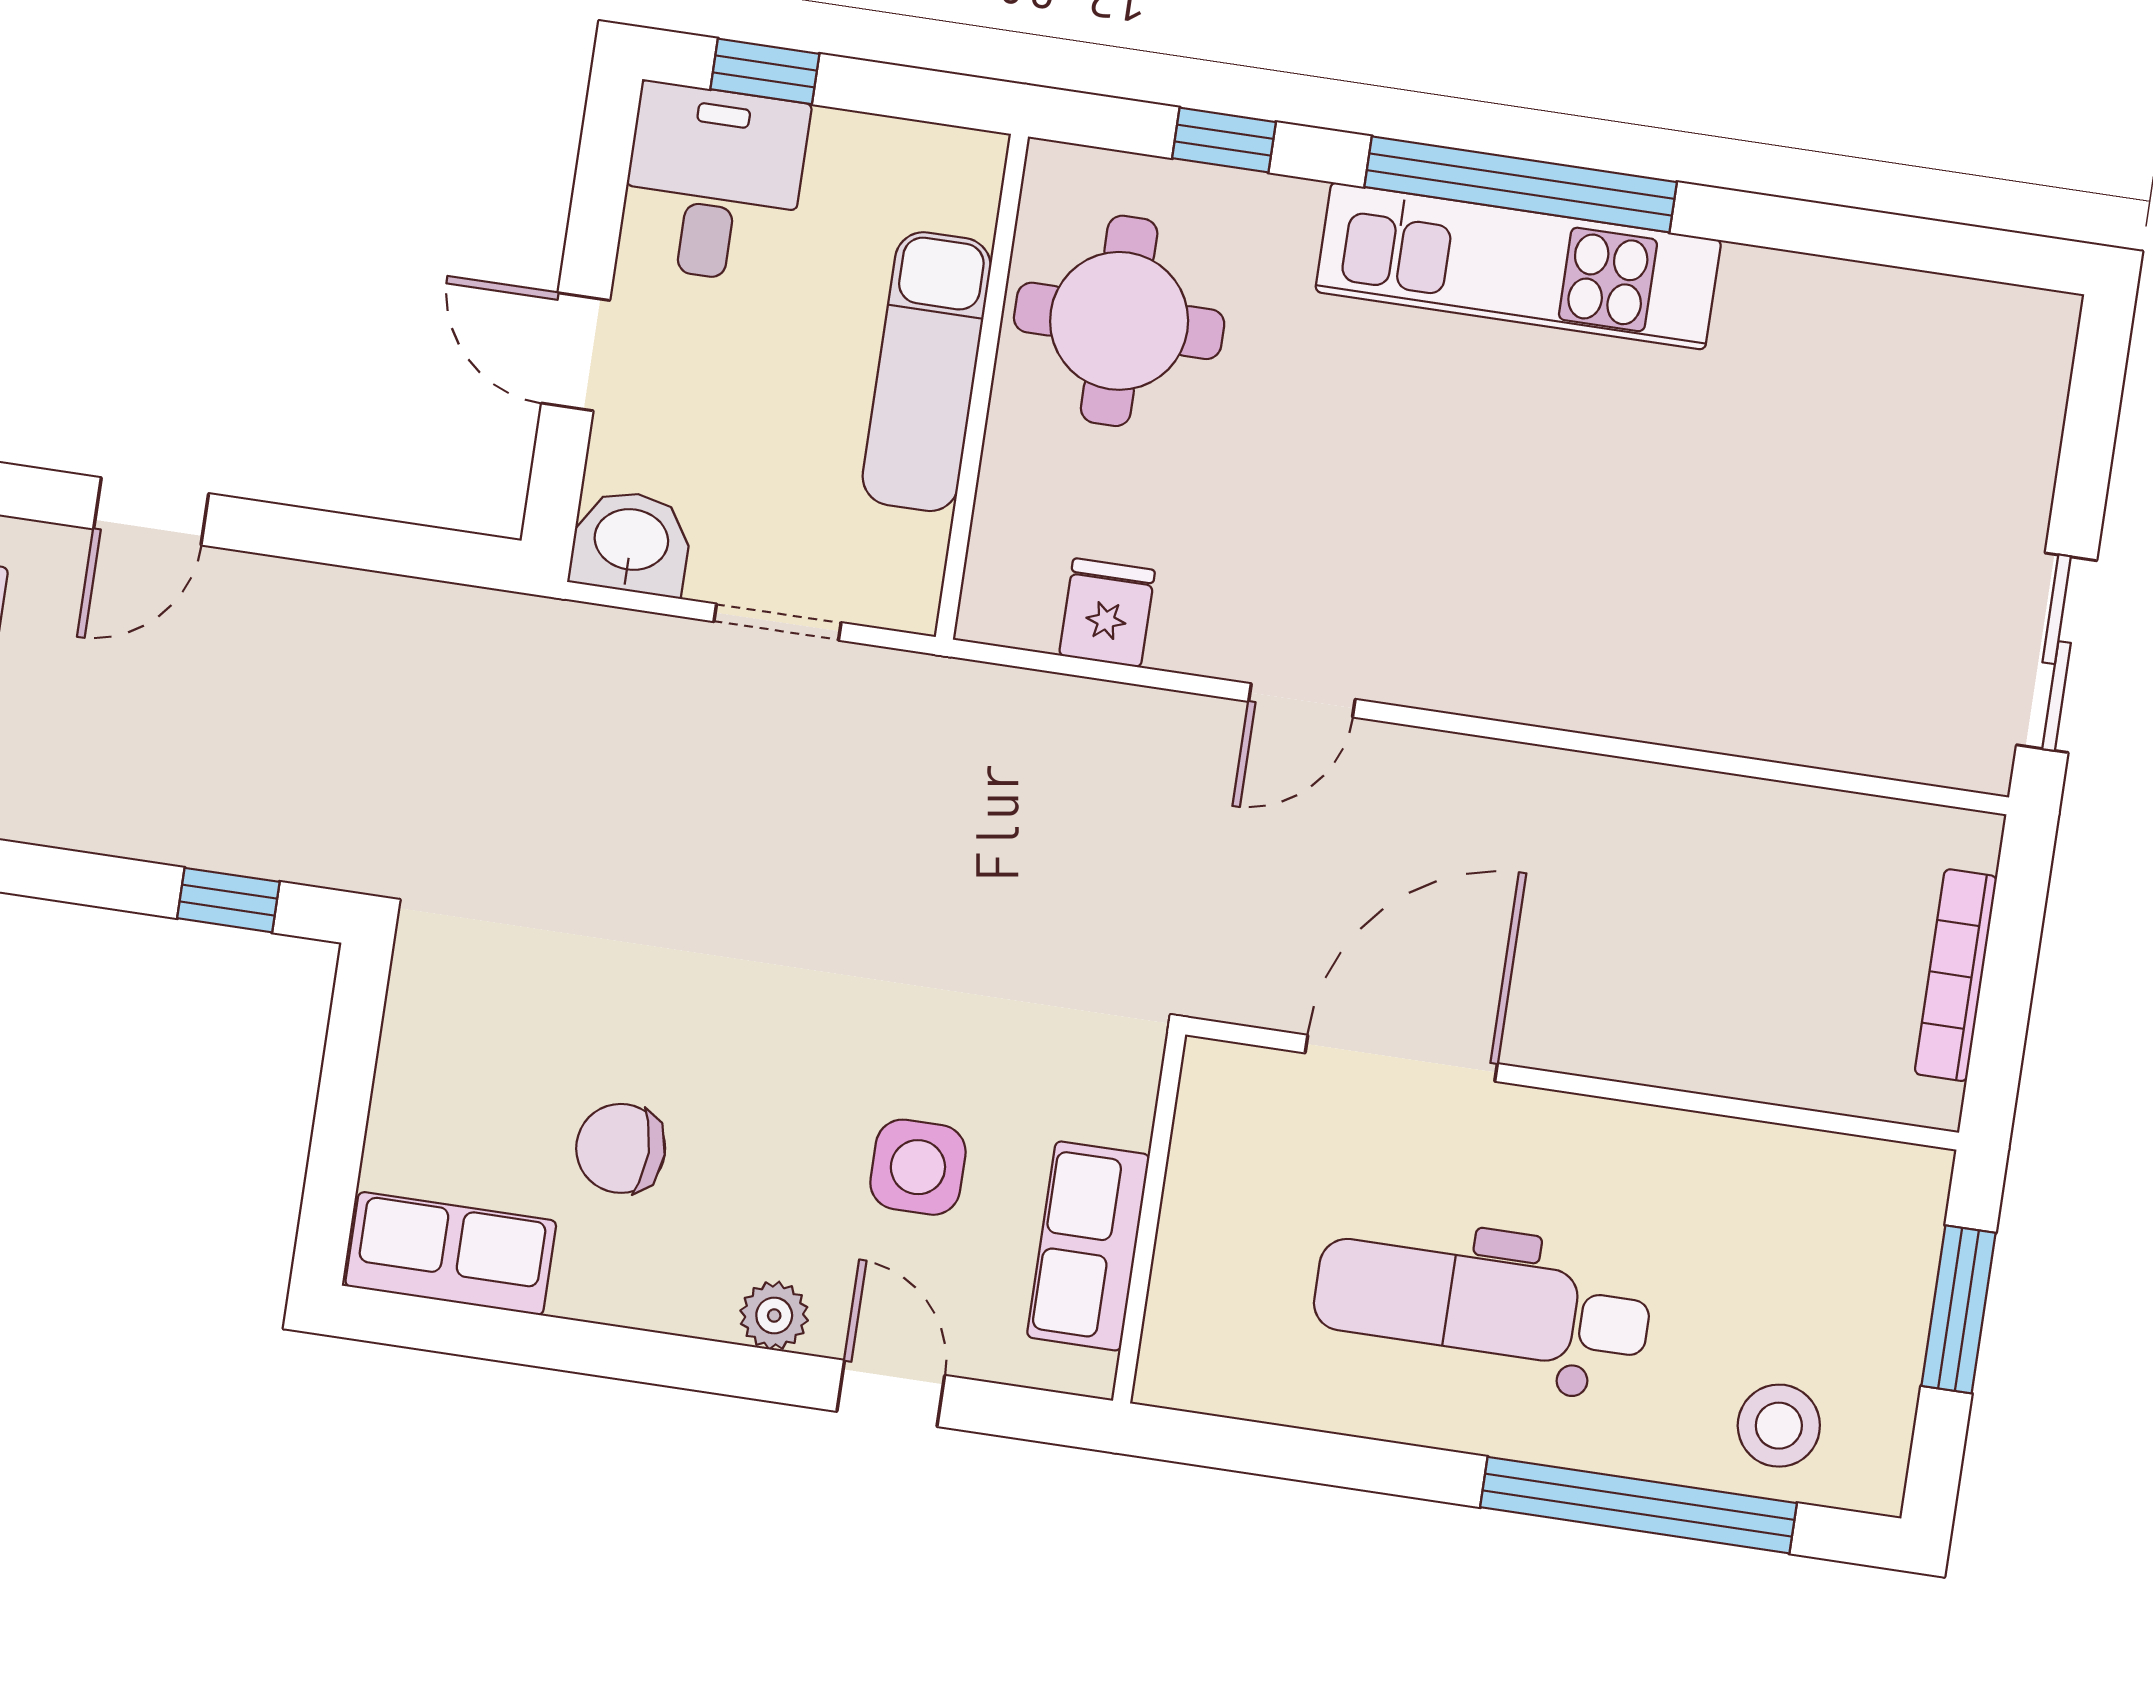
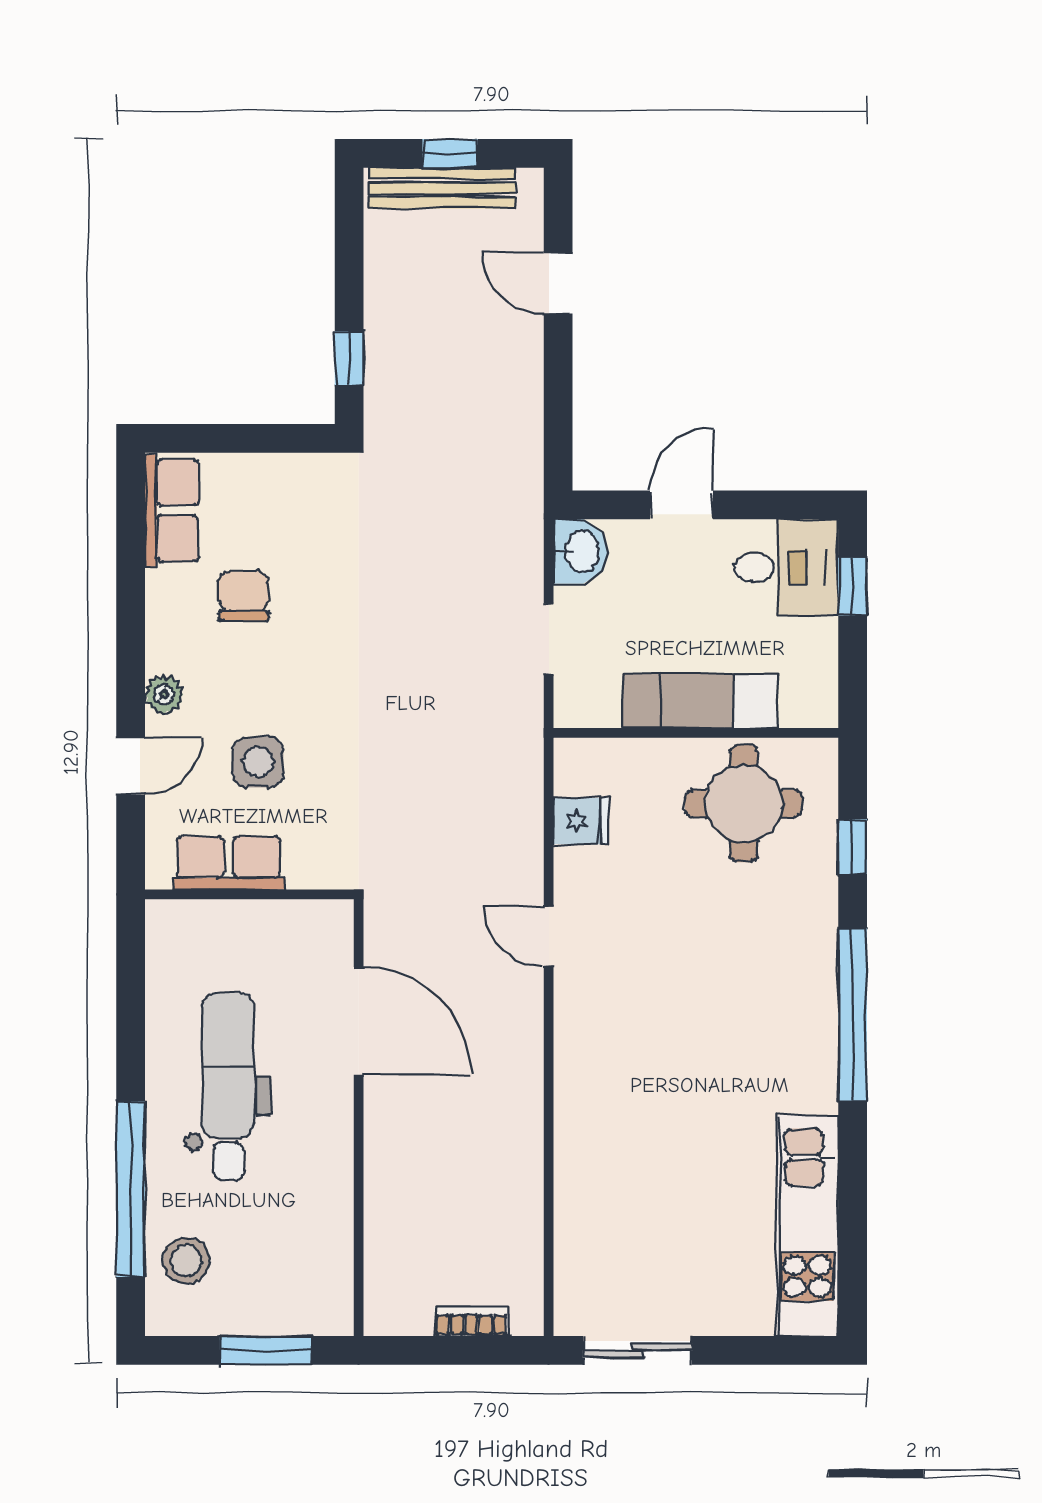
kitchen unit: (1518, 266) -> (807, 1226), moved
bookcase: (1956, 975) -> (471, 1321), width x0.64

